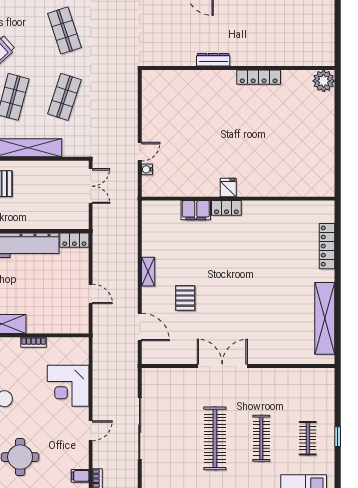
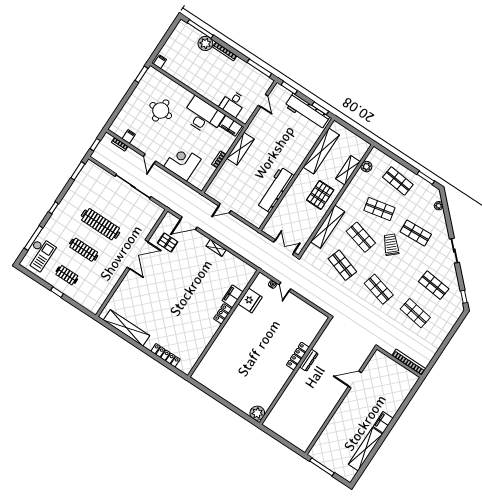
shop shelf: (64, 30) -> (379, 289), turned 33
locker: (259, 77) -> (298, 356), moved
double door: (91, 186) -> (284, 247), swing flipped
fridge: (228, 187) -> (250, 301), moved, width x1.88, depth x1.34
locker: (74, 240) -> (260, 219), removed
pallet: (185, 298) -> (168, 242), moved

